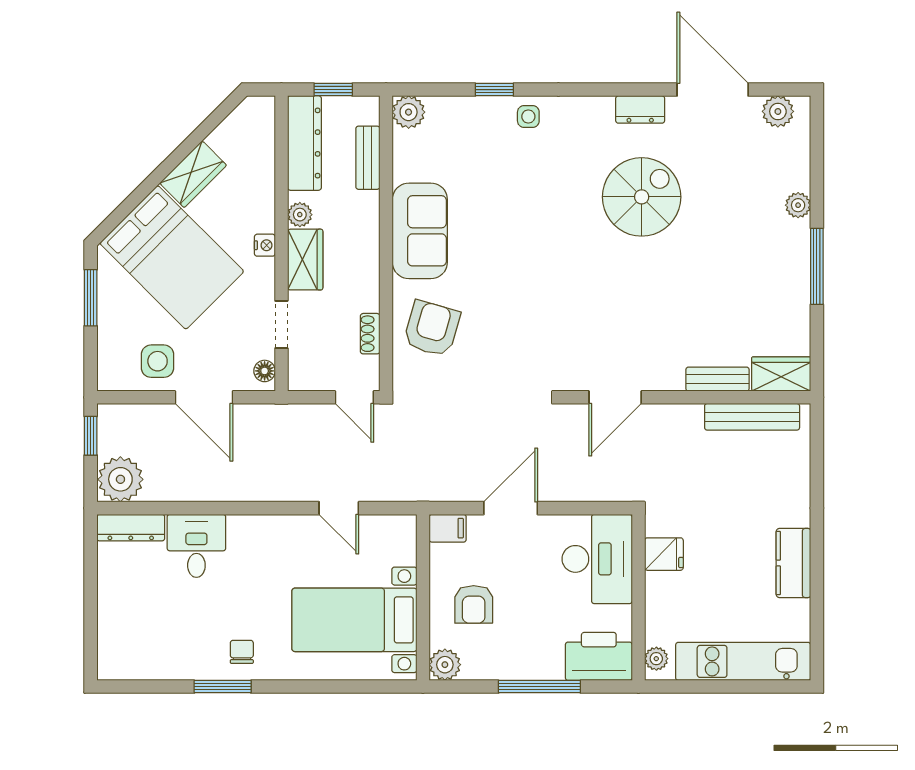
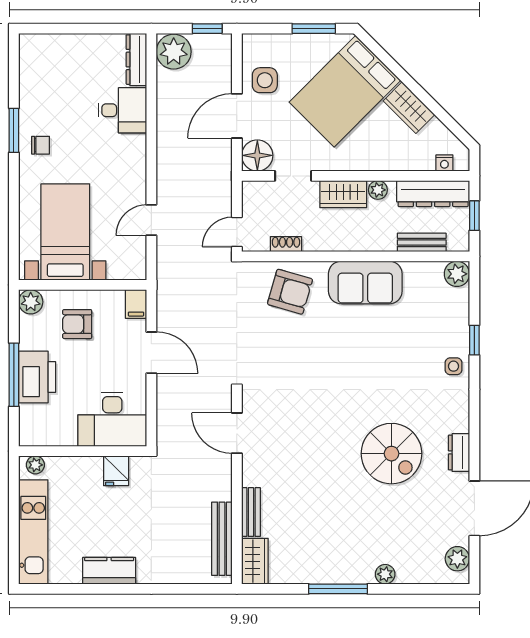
nightstand: (265, 245) -> (444, 163), moved
floor lamp: (265, 371) -> (257, 155), width x1.89, depth x1.89
printer: (599, 656) -> (37, 377), moved

